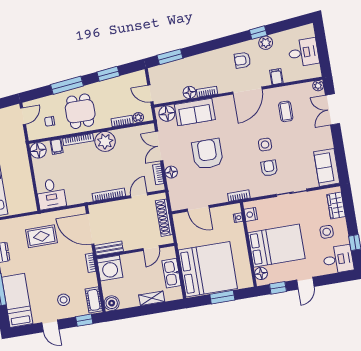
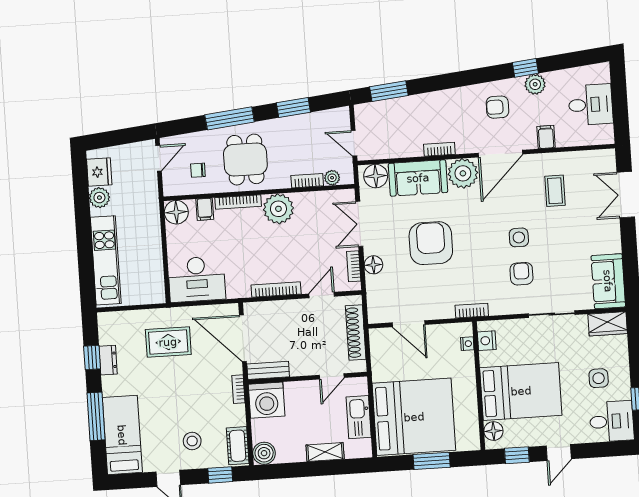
plant: (318, 86) -> (463, 173), moved, width x1.87, depth x1.87
floor lamp: (189, 92) -> (413, 148), removed
desk: (51, 194) -> (197, 279), width x1.37
wardrobe: (336, 206) -> (608, 324), moved, turned -90

